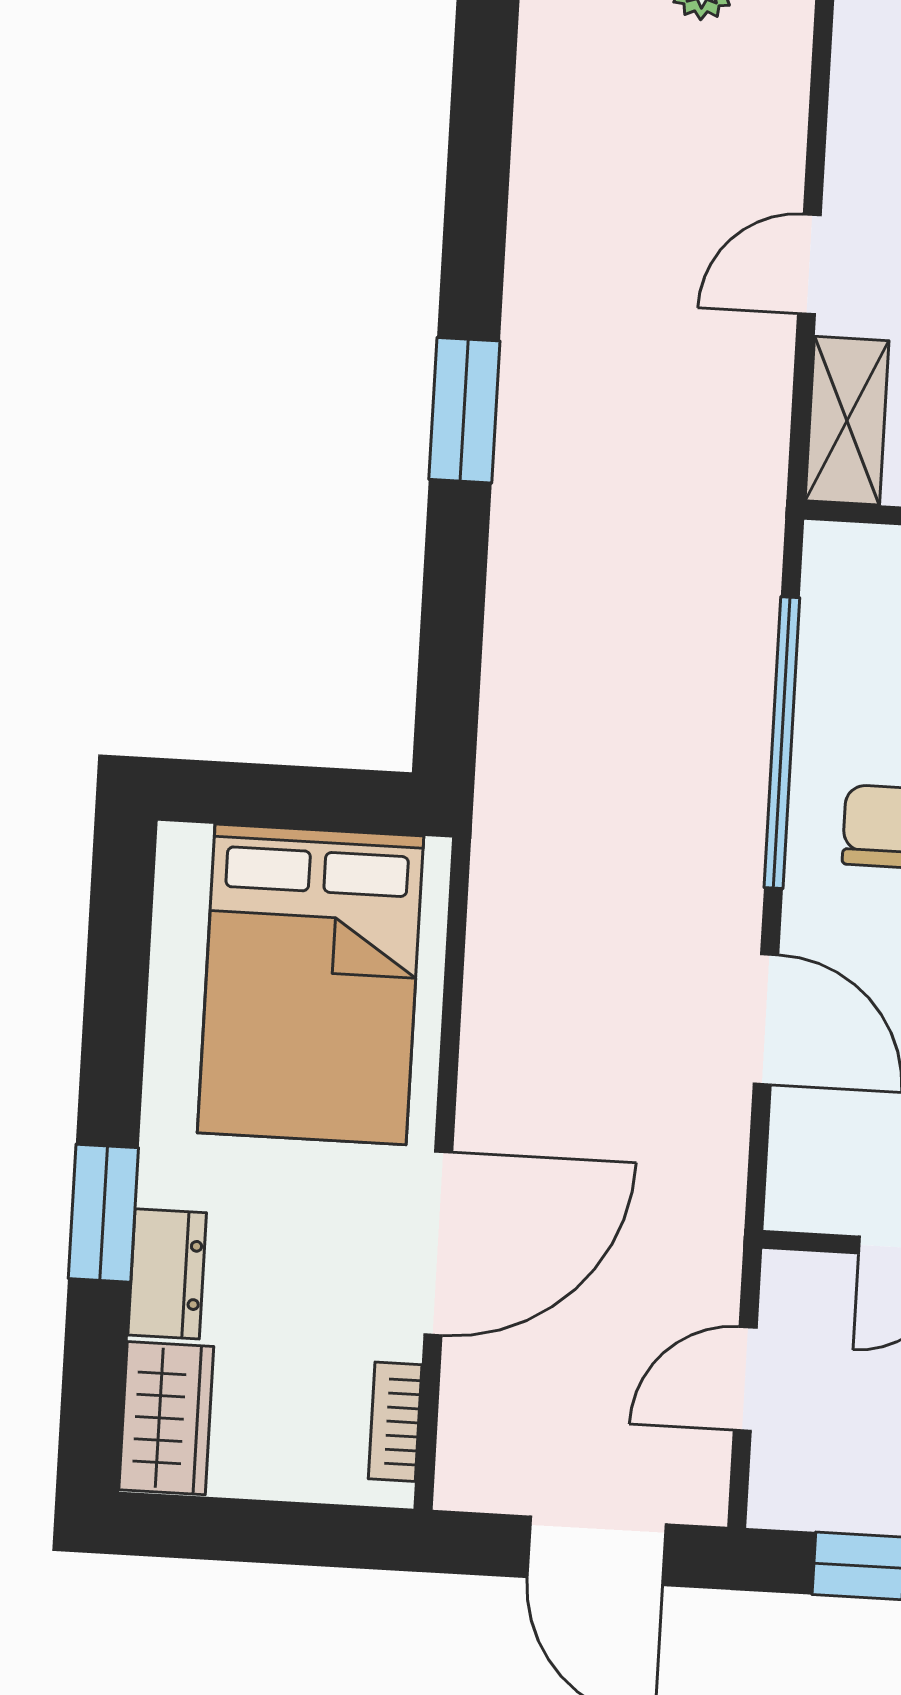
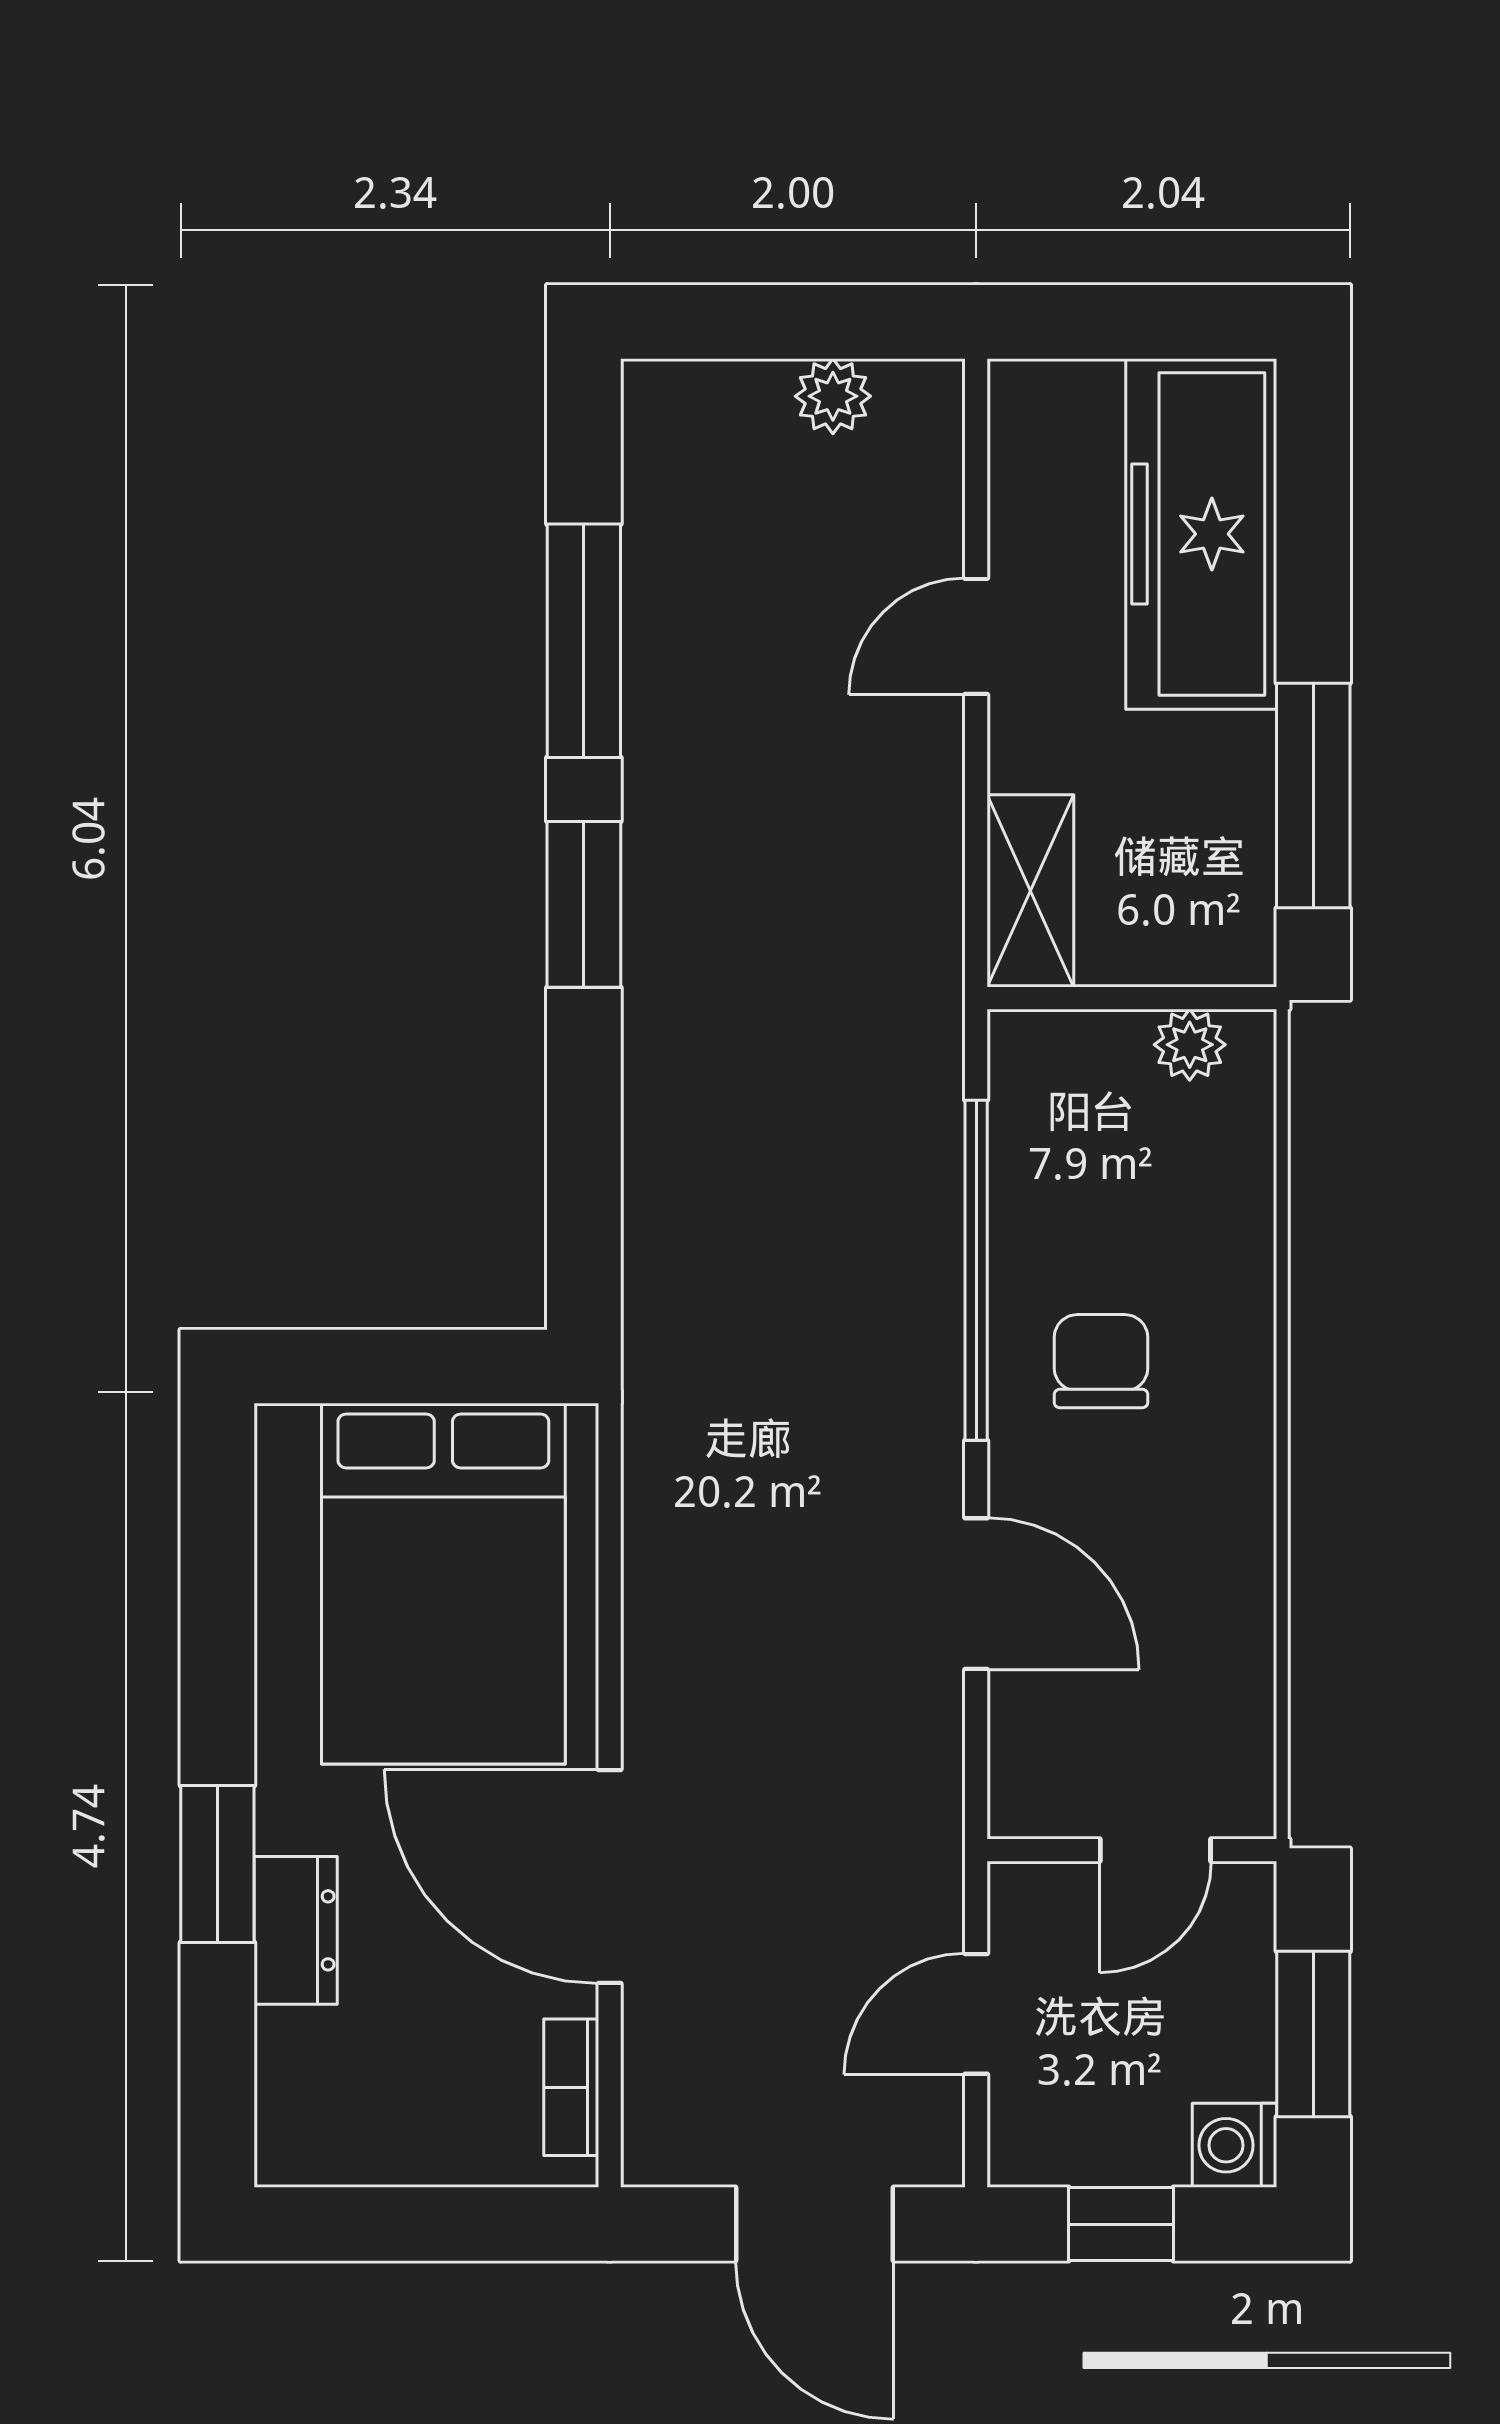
window: (477, 185) -> (584, 641), added
door: (809, 264) -> (976, 636), moved
door: (438, 1243) -> (610, 1877), swing flipped
wardrobe: (166, 1418) -> (304, 2098), removed

